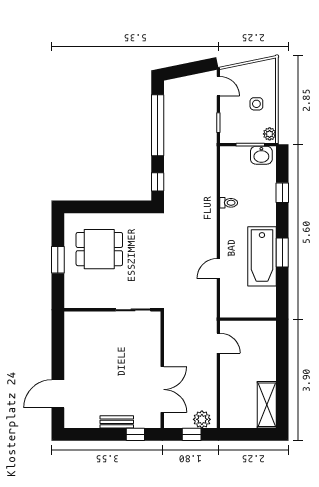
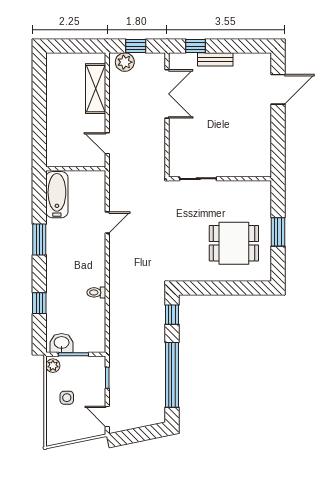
bathtub: (262, 256) -> (57, 195), moved, width x0.73, depth x0.73
double door: (162, 389) -> (167, 94), swing flipped
shelving: (267, 405) -> (96, 89), moved

